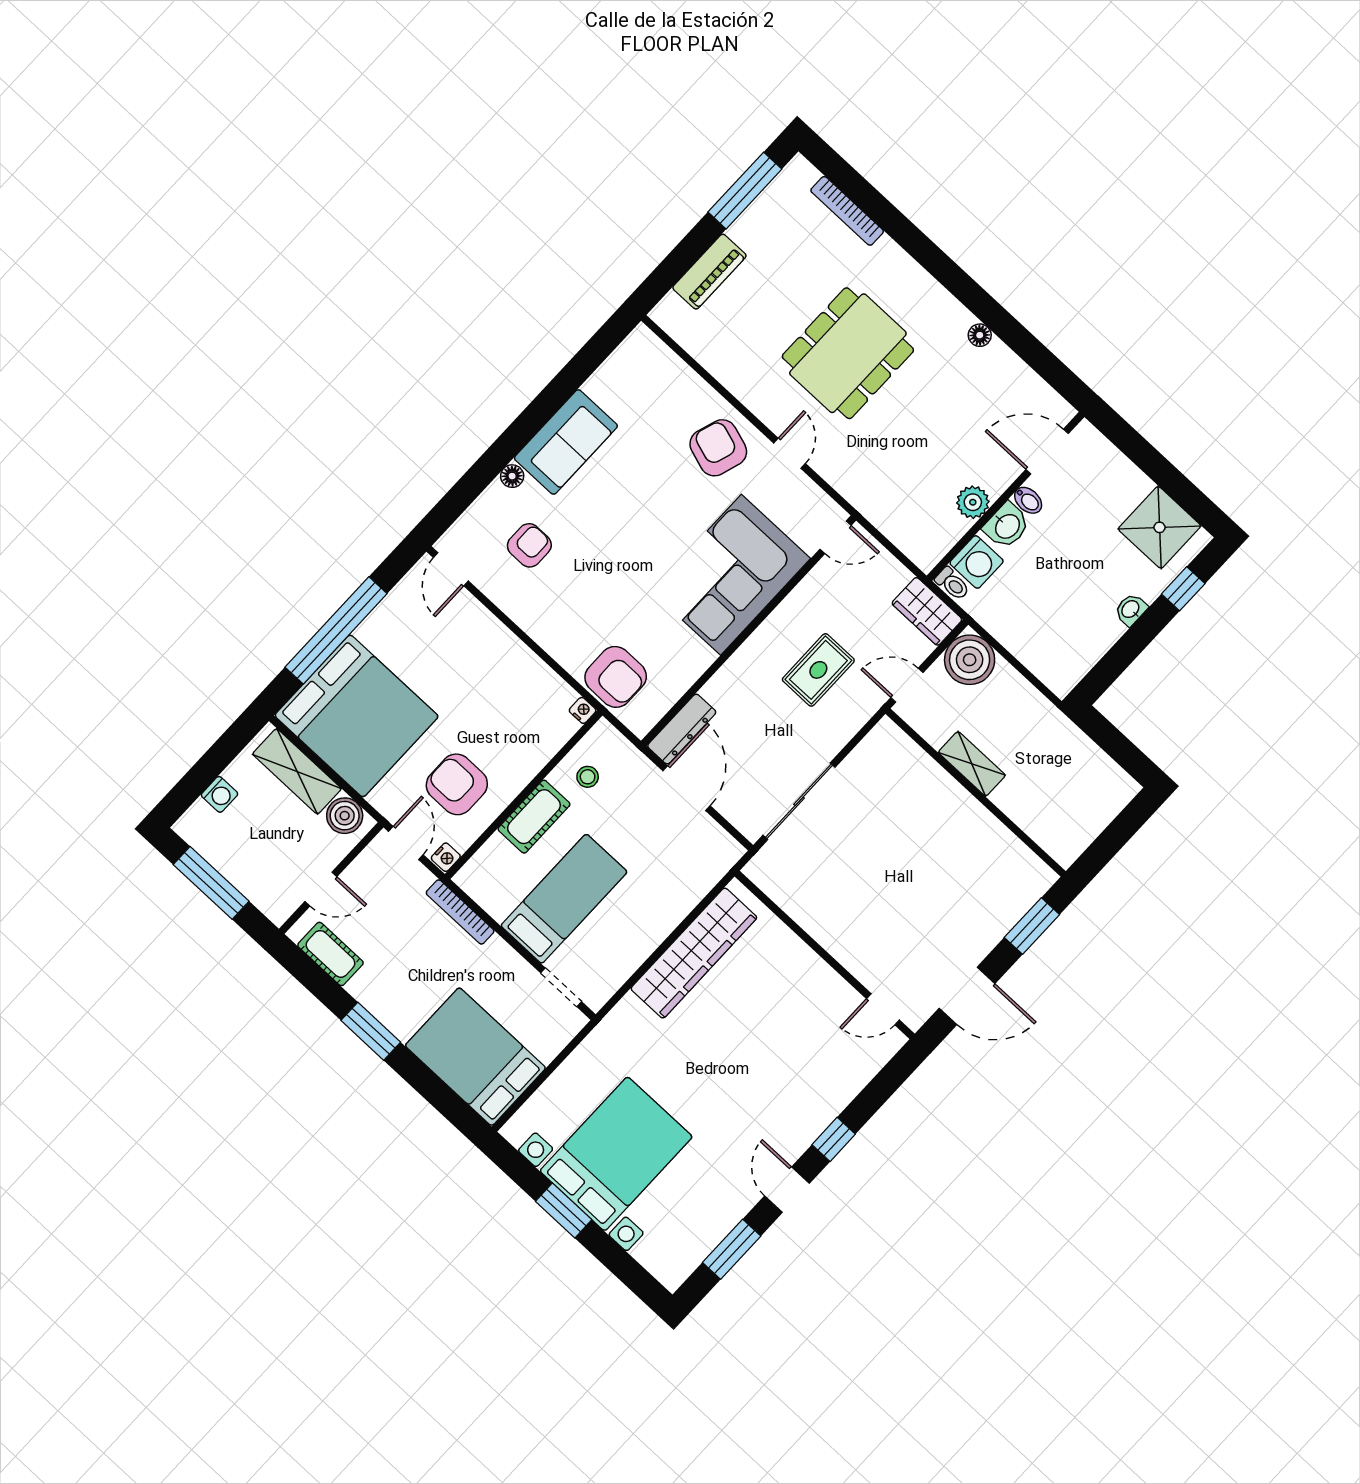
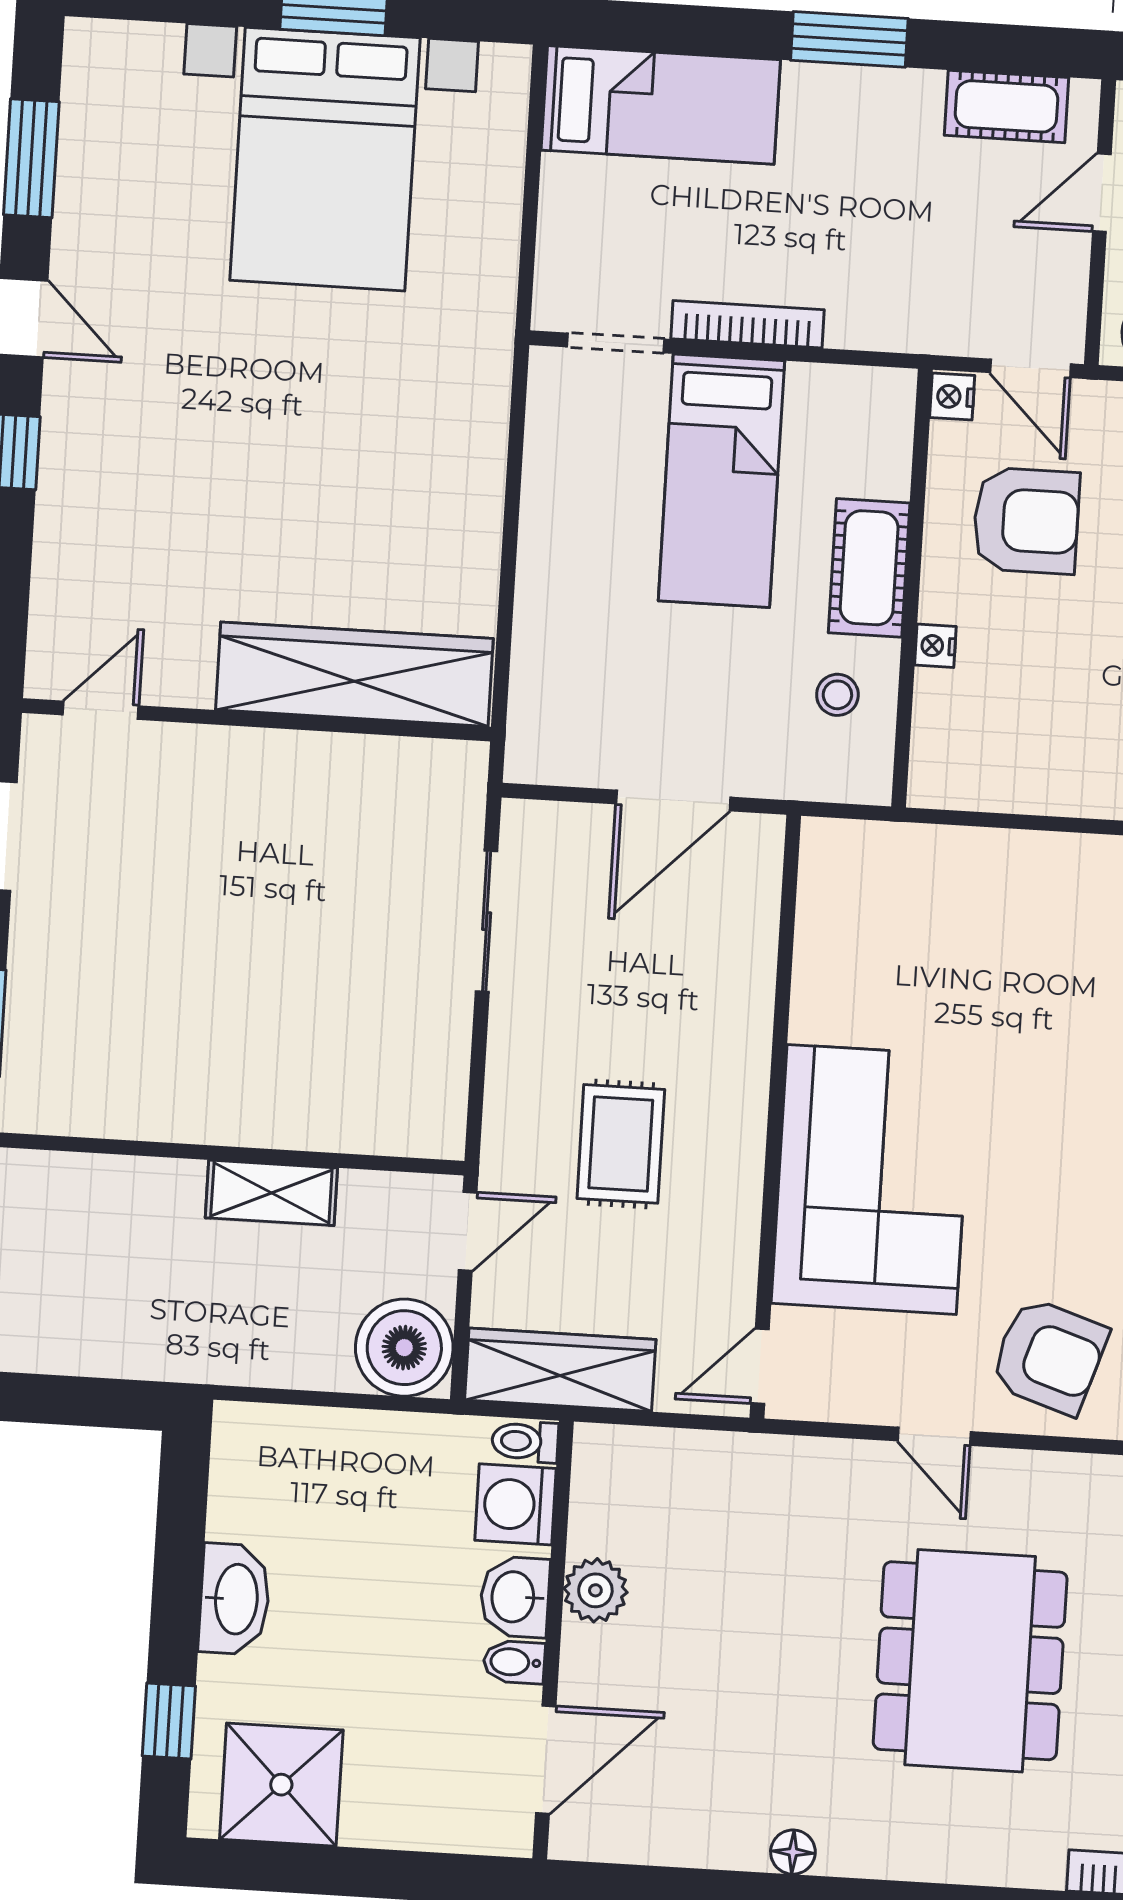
washbasin: (1131, 610) -> (234, 1599), width x1.91, depth x1.45
wardrobe: (927, 611) -> (560, 1370), width x1.50
armchair: (616, 677) -> (919, 881), removed
nightstand: (583, 710) -> (935, 646), moved, turned 90
dresser: (682, 729) -> (754, 884), removed
door: (687, 788) -> (673, 801), hinge flipped
sliding door: (799, 801) -> (487, 921), width x0.73
bookcase: (460, 912) -> (747, 324), moved
wardrobe: (694, 953) -> (354, 674), moved, turned 90
bed: (475, 1057) -> (661, 105), width x0.67

